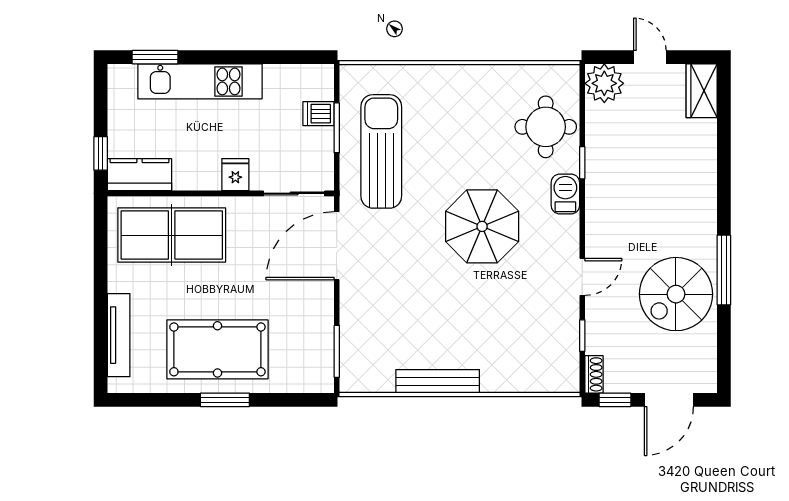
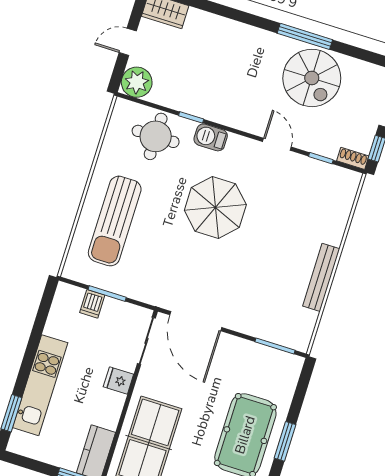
sun lounger: (381, 151) -> (115, 221), moved, turned -90

